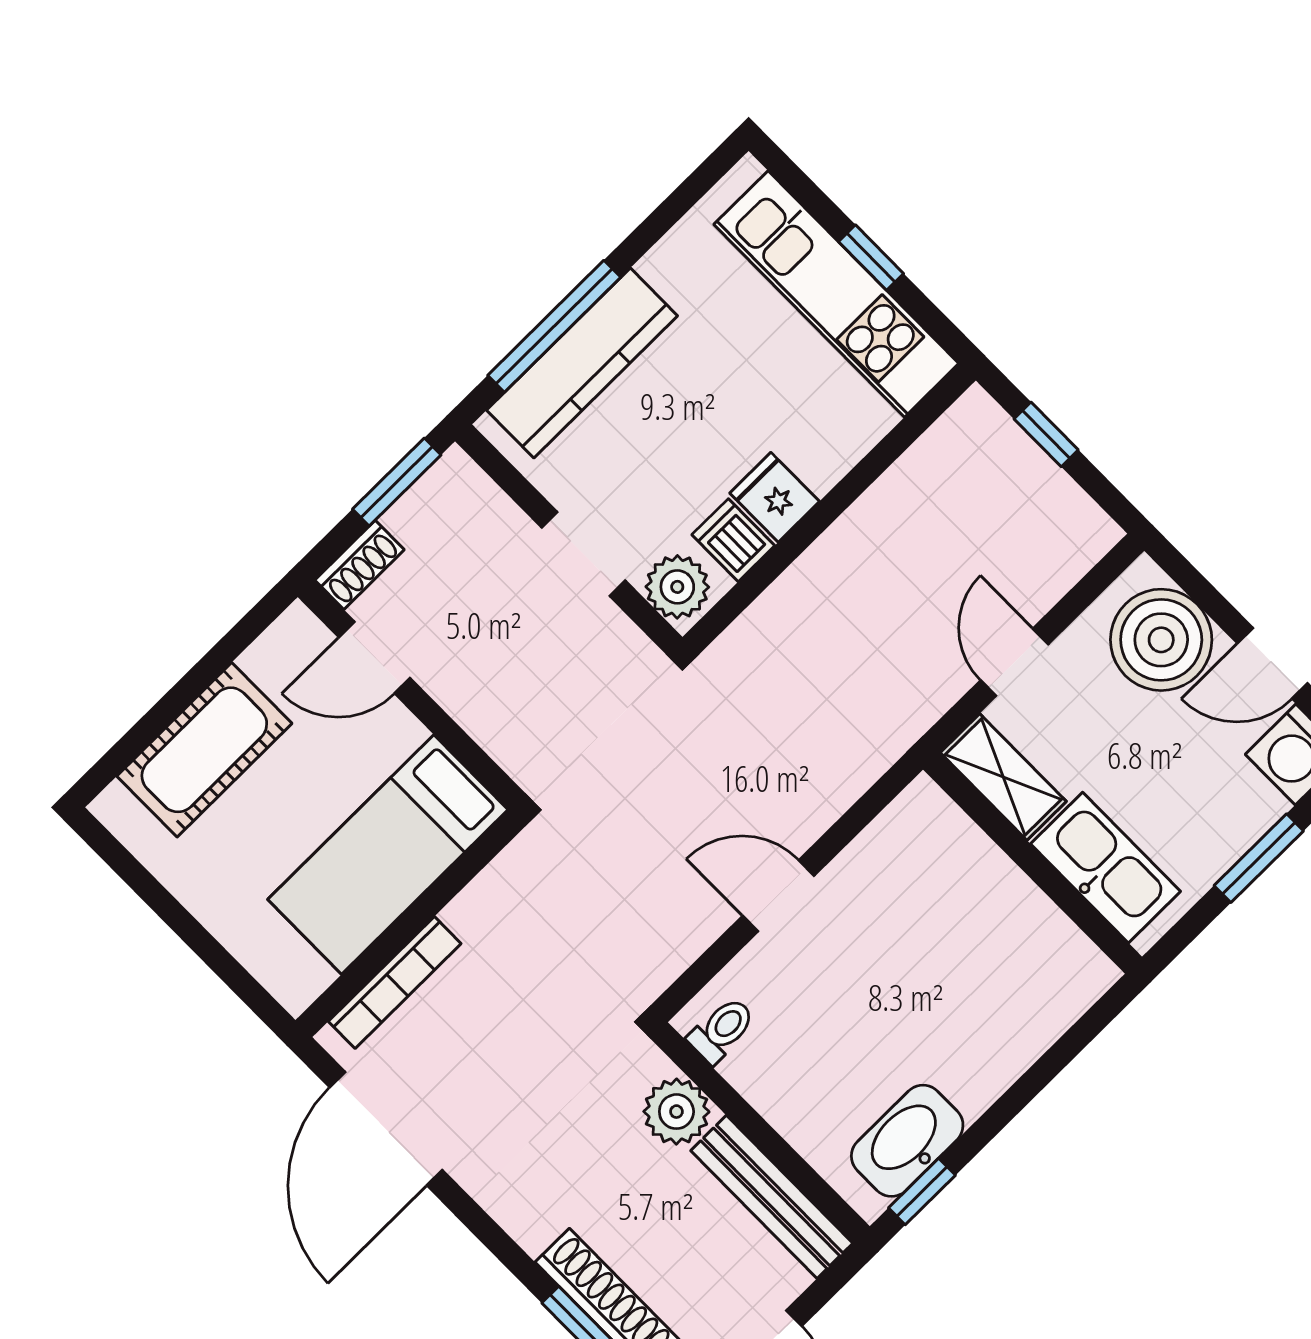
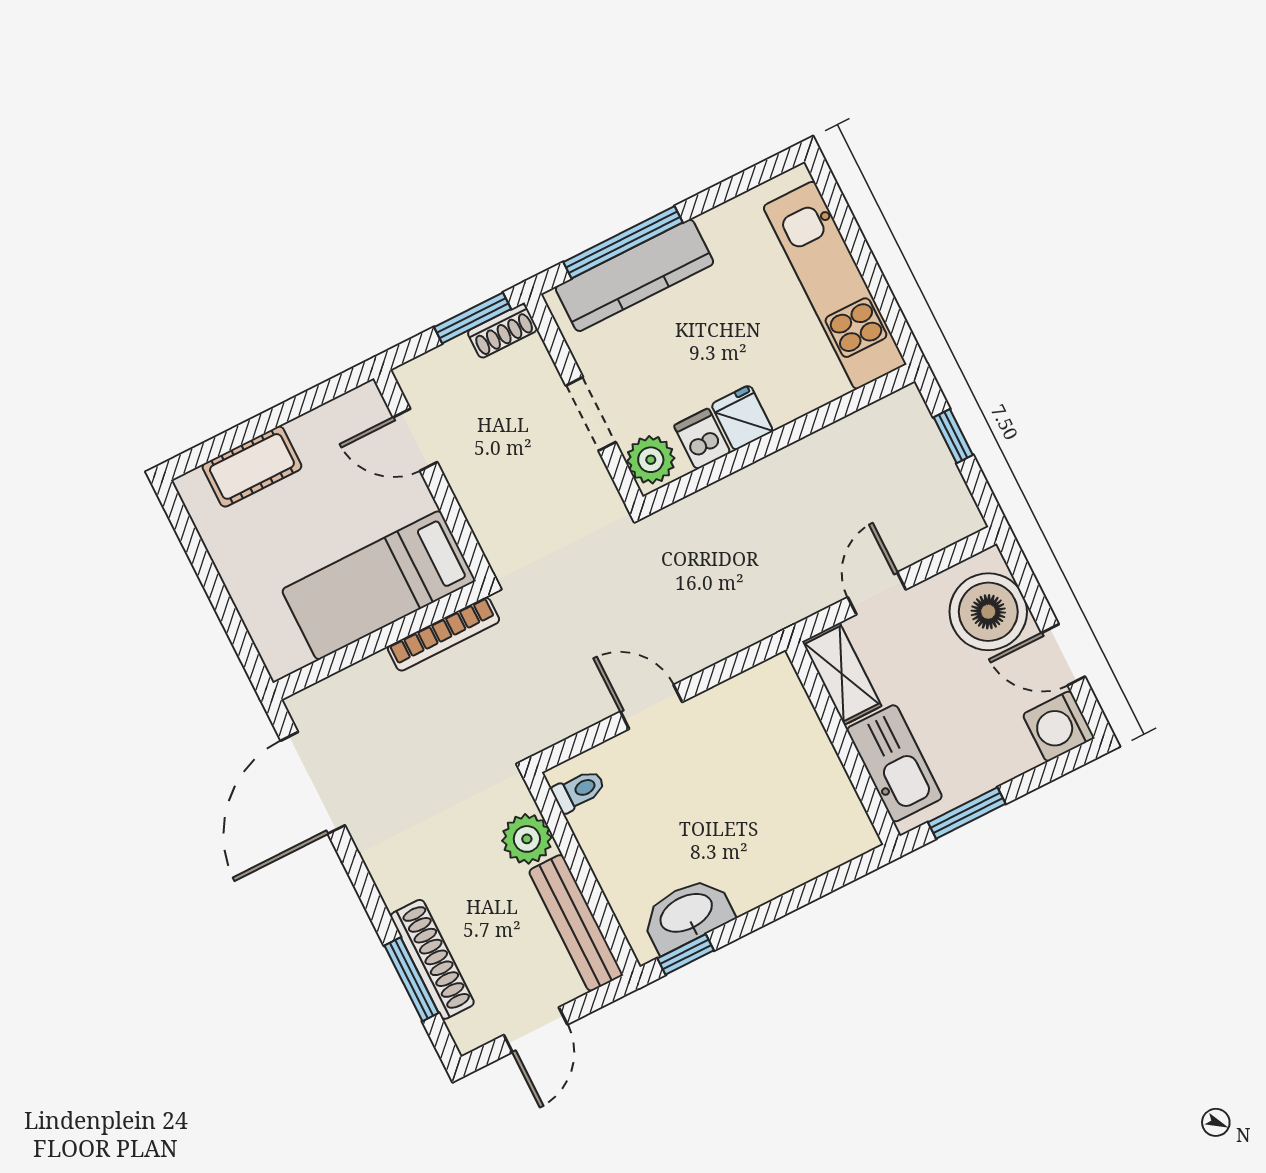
window: (871, 258) -> (868, 267), removed
shoe rack: (360, 565) -> (502, 331), moved
cot: (204, 750) -> (252, 466), width x0.73, depth x0.75
window: (1259, 858) -> (967, 813), moved
bookcase: (395, 982) -> (443, 634), moved

